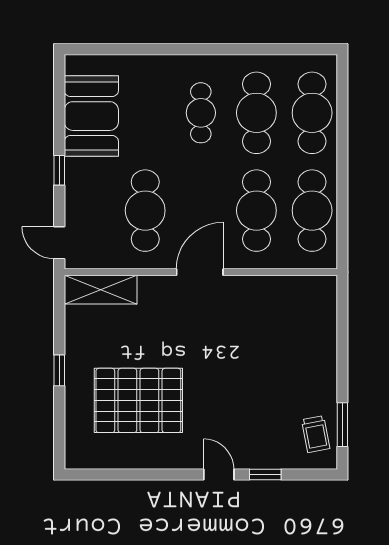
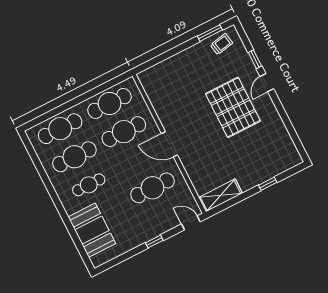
booth: (91, 116) -> (92, 230), moved, turned 90
door: (59, 243) -> (191, 223), swing flipped
shelving: (101, 290) -> (221, 195), moved, turned 90
window: (59, 370) -> (268, 184), moved
pallet: (138, 400) -> (233, 107), moved

